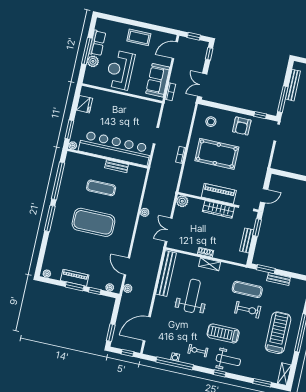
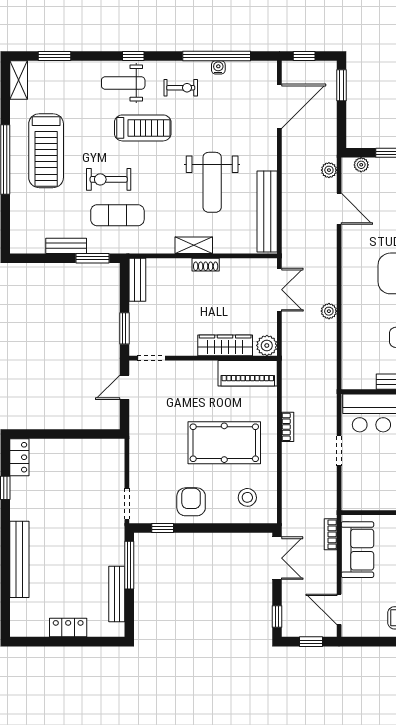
door: (175, 50) -> (339, 609), swing flipped
piano: (219, 194) -> (248, 373), moved
wardrobe: (218, 209) -> (225, 345), moved
bench: (247, 240) -> (137, 280), moved

